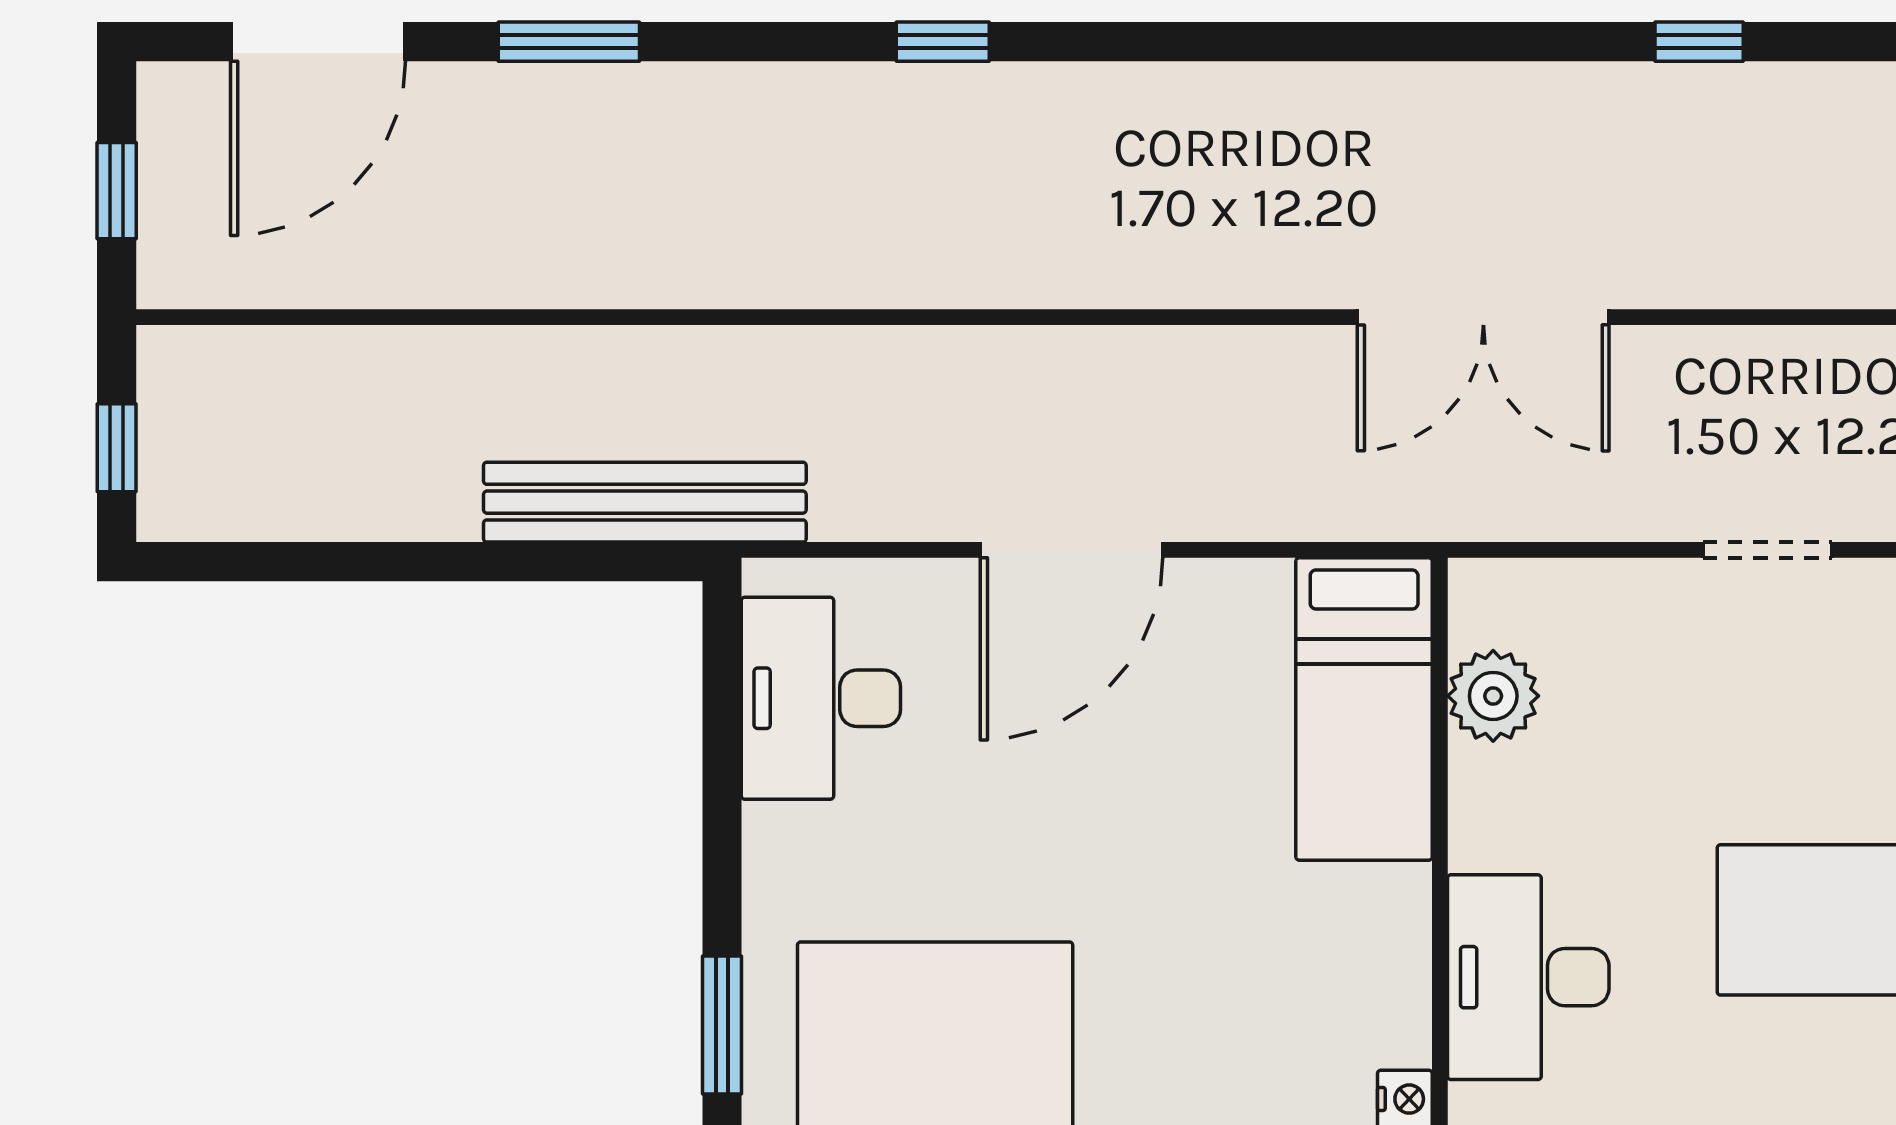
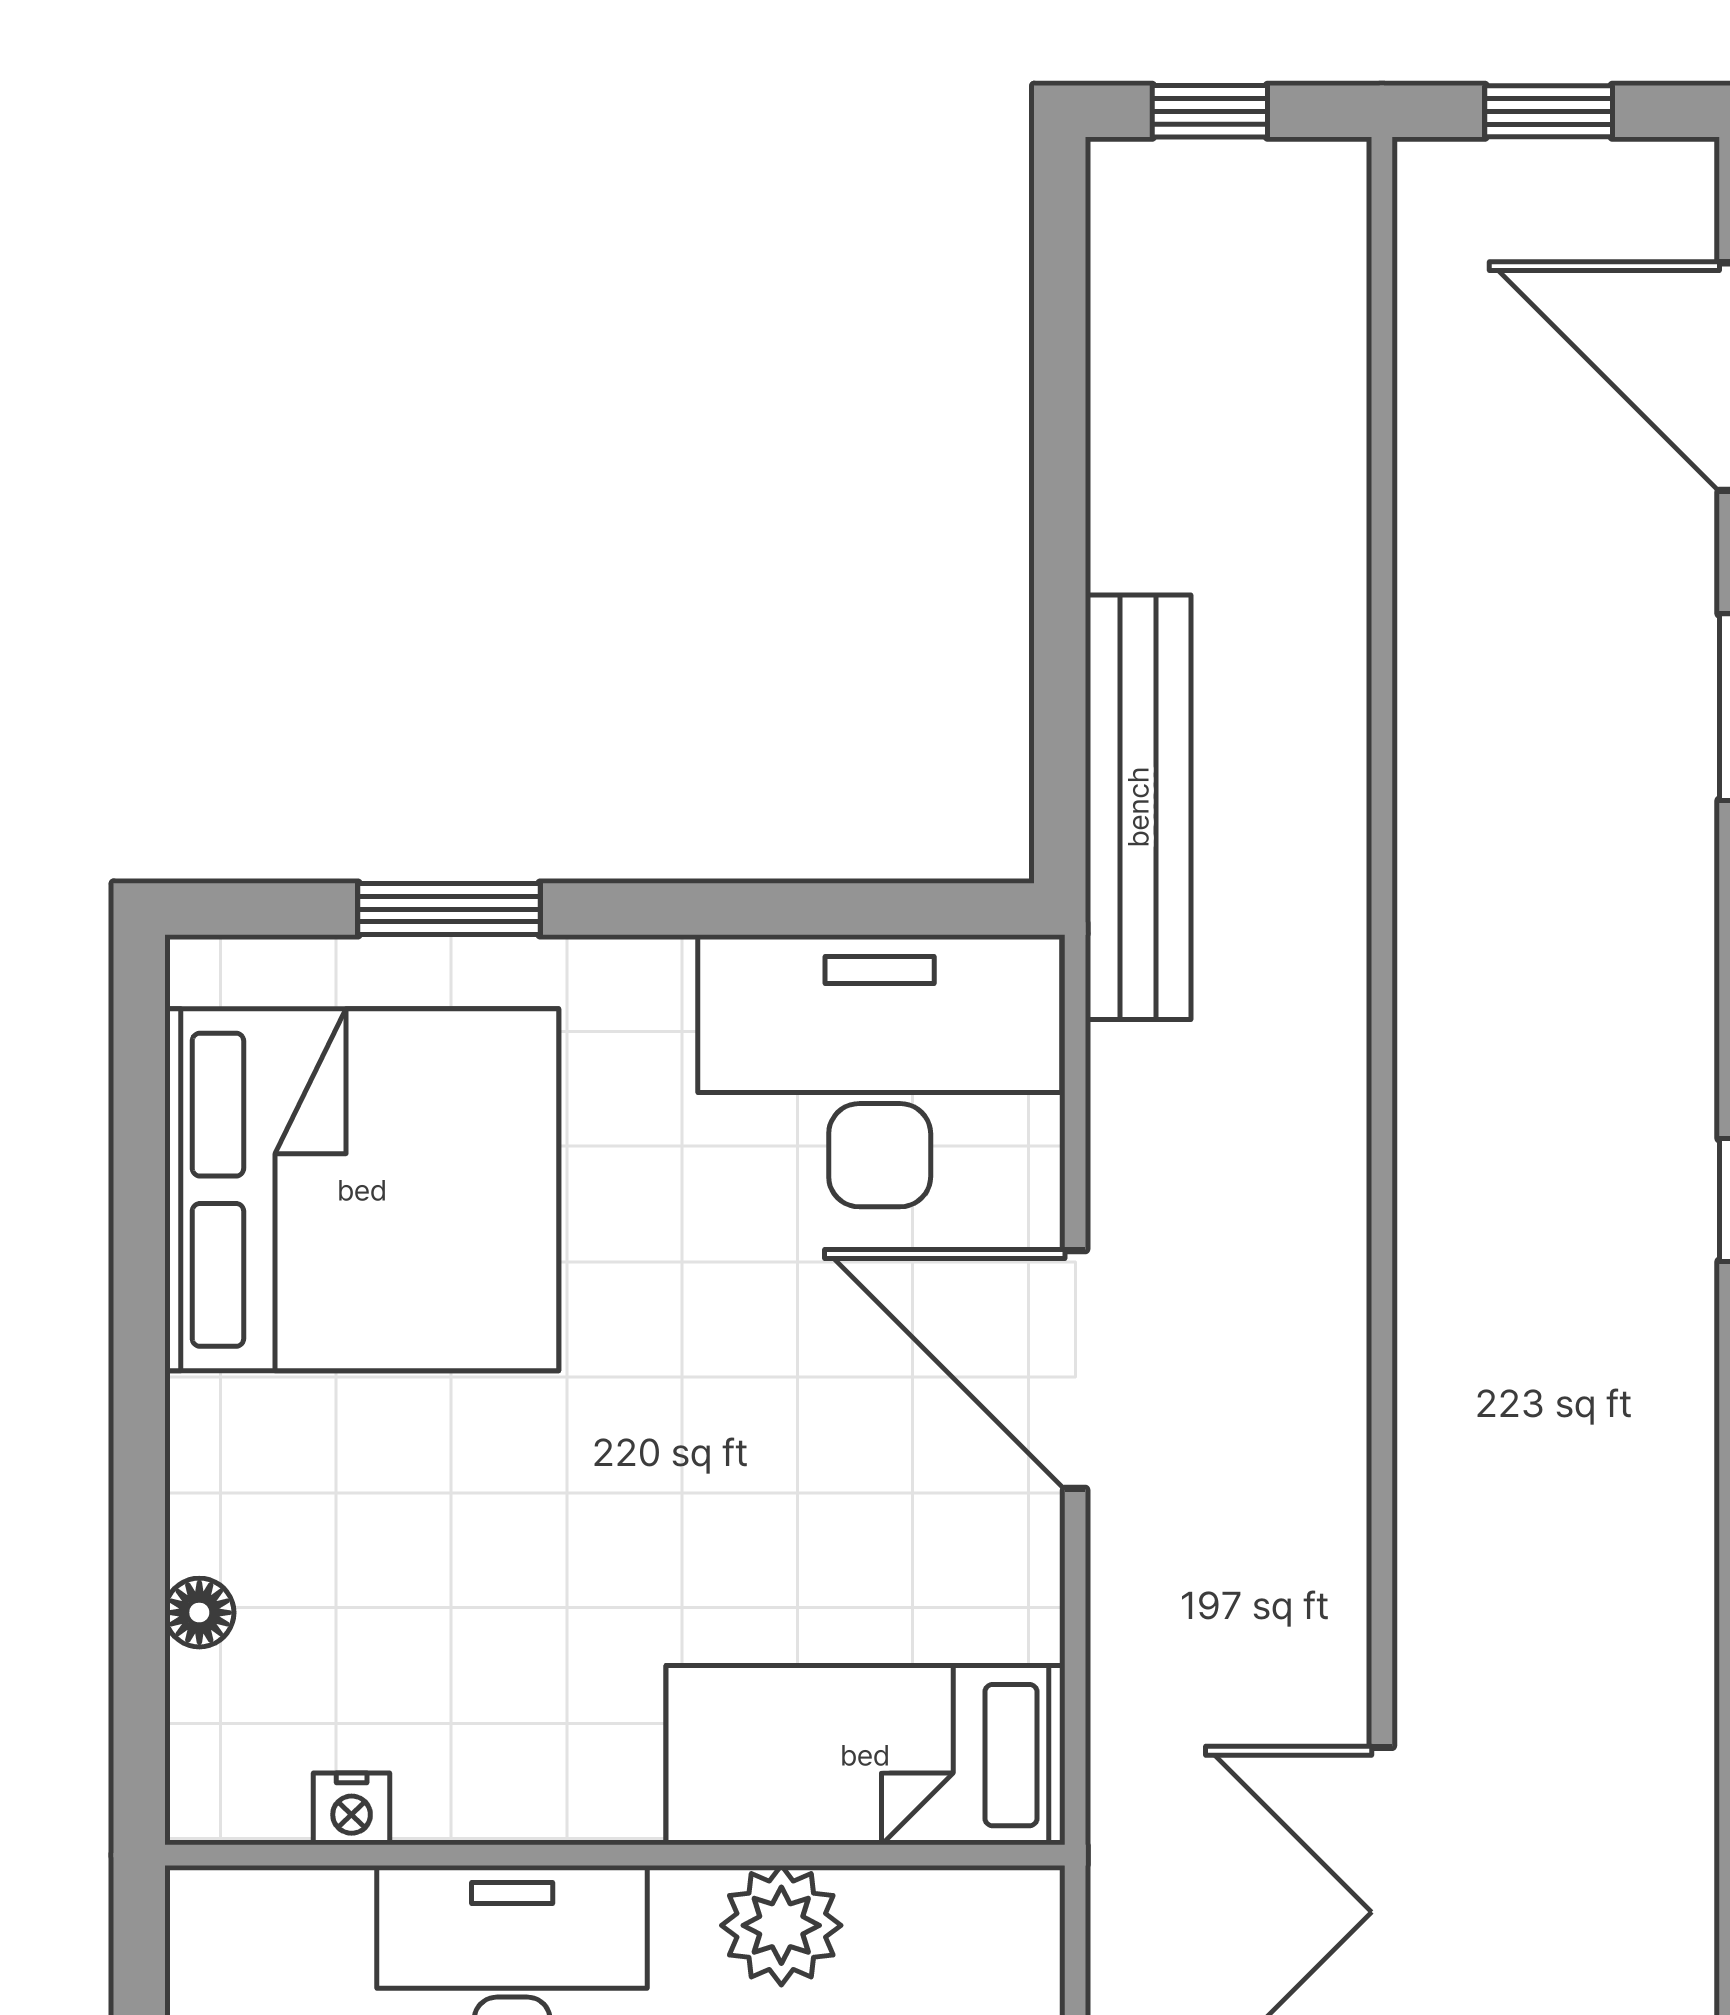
plant: (1493, 696) -> (781, 1925), moved
desk: (821, 698) -> (880, 1071), width x1.36, depth x1.30

